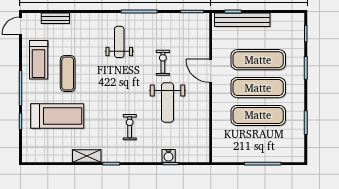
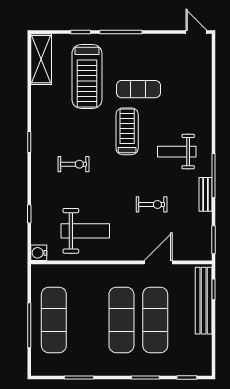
bench: (55, 18) -> (205, 194), moved
weight bench: (119, 42) -> (177, 152), turned 180
treadmill: (39, 60) -> (127, 131), moved, turned 90
door: (211, 71) -> (158, 262), moved
weight bench: (168, 102) -> (85, 231), moved, turned 180
exercise mat: (258, 115) -> (54, 320), moved
shelving: (87, 156) -> (41, 59), moved, width x1.50, depth x1.33
water cooler: (169, 156) -> (39, 253), moved

